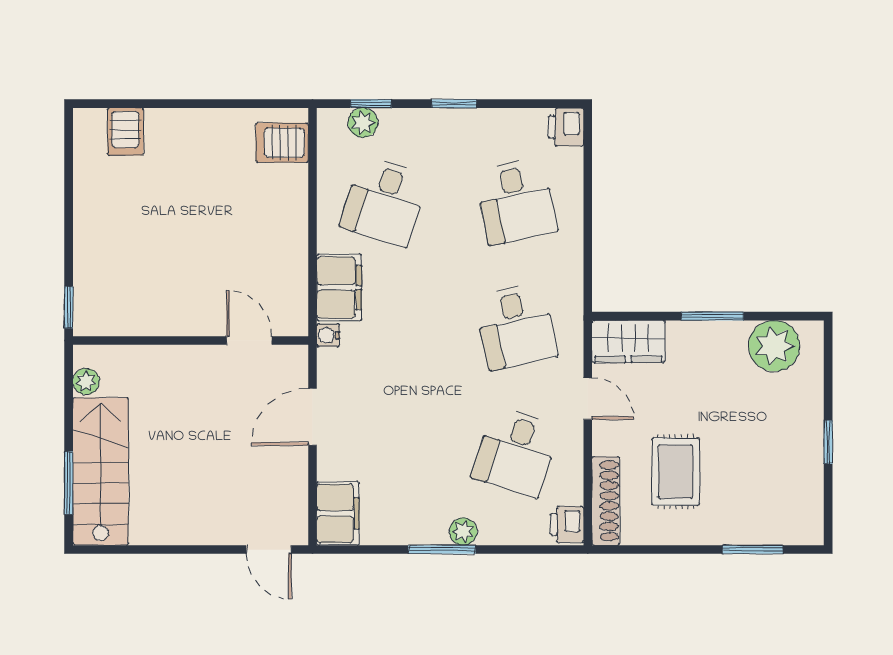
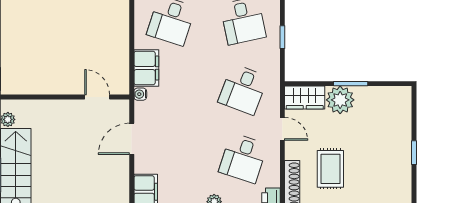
window: (588, 231) -> (282, 37), added
desk: (516, 327) -> (243, 89), turned 33
plant: (774, 346) -> (340, 100), moved

